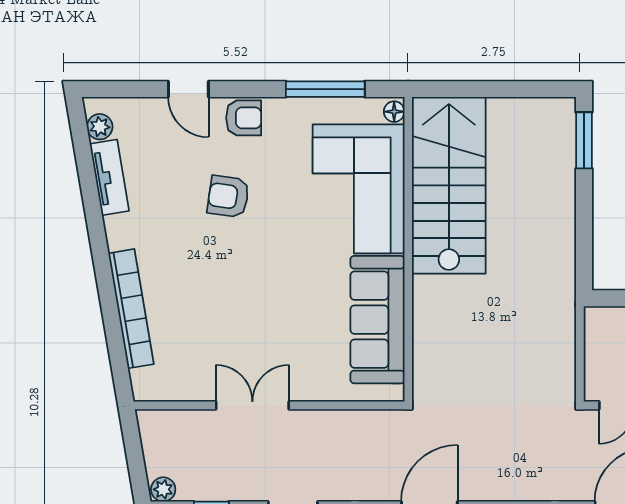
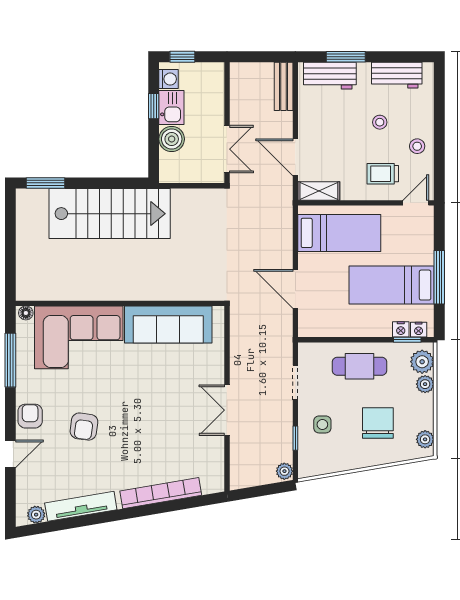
tv unit: (109, 177) -> (81, 506), width x1.41
stairs: (449, 185) -> (110, 214), moved, turned 180

